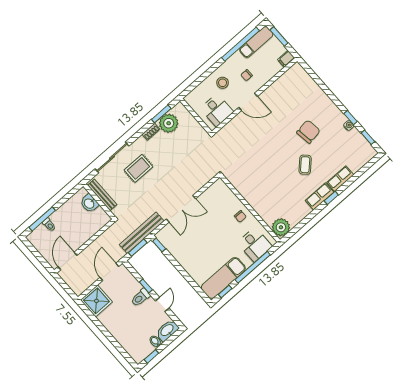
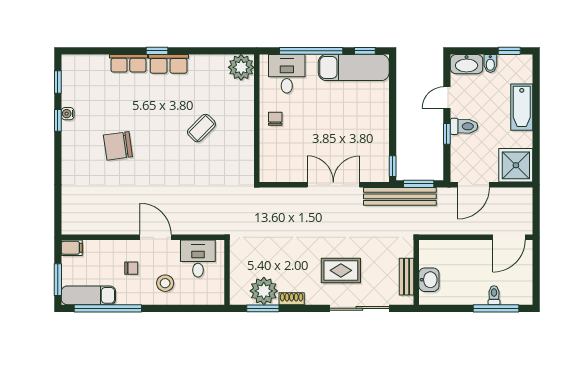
coffee table: (305, 165) -> (201, 128), moved
bench: (102, 195) -> (407, 277), width x0.73
bathtub: (120, 333) -> (522, 107), added

